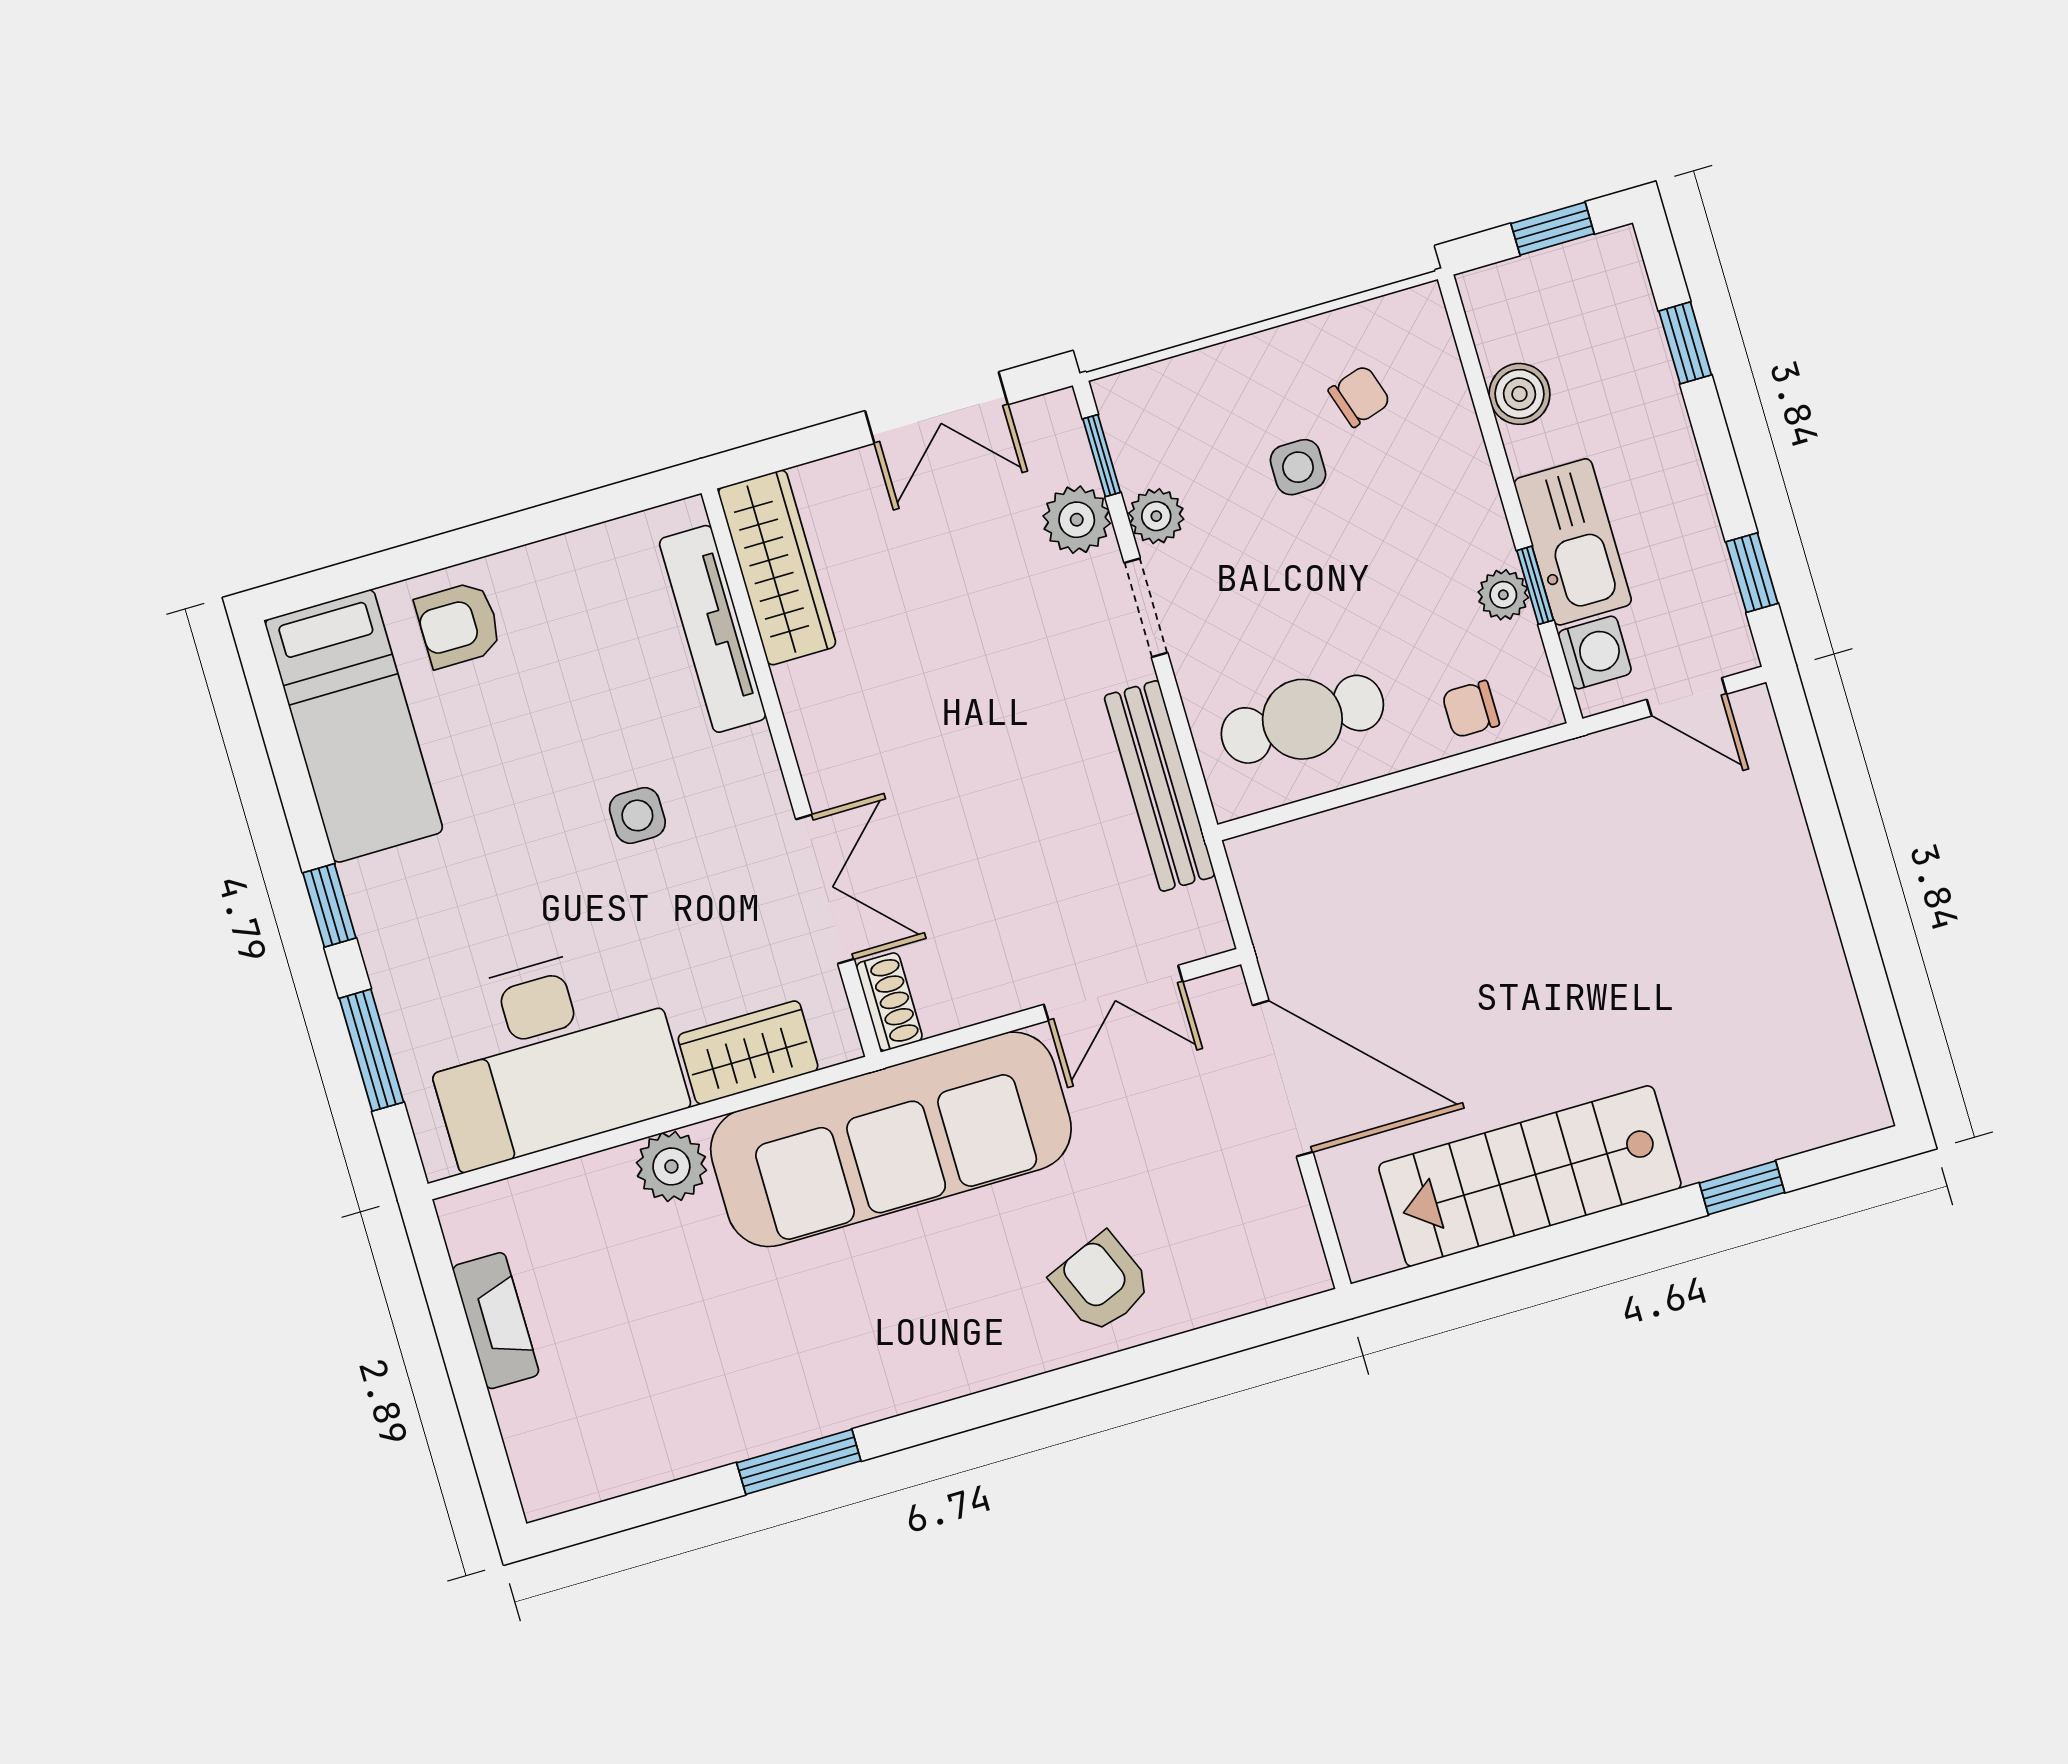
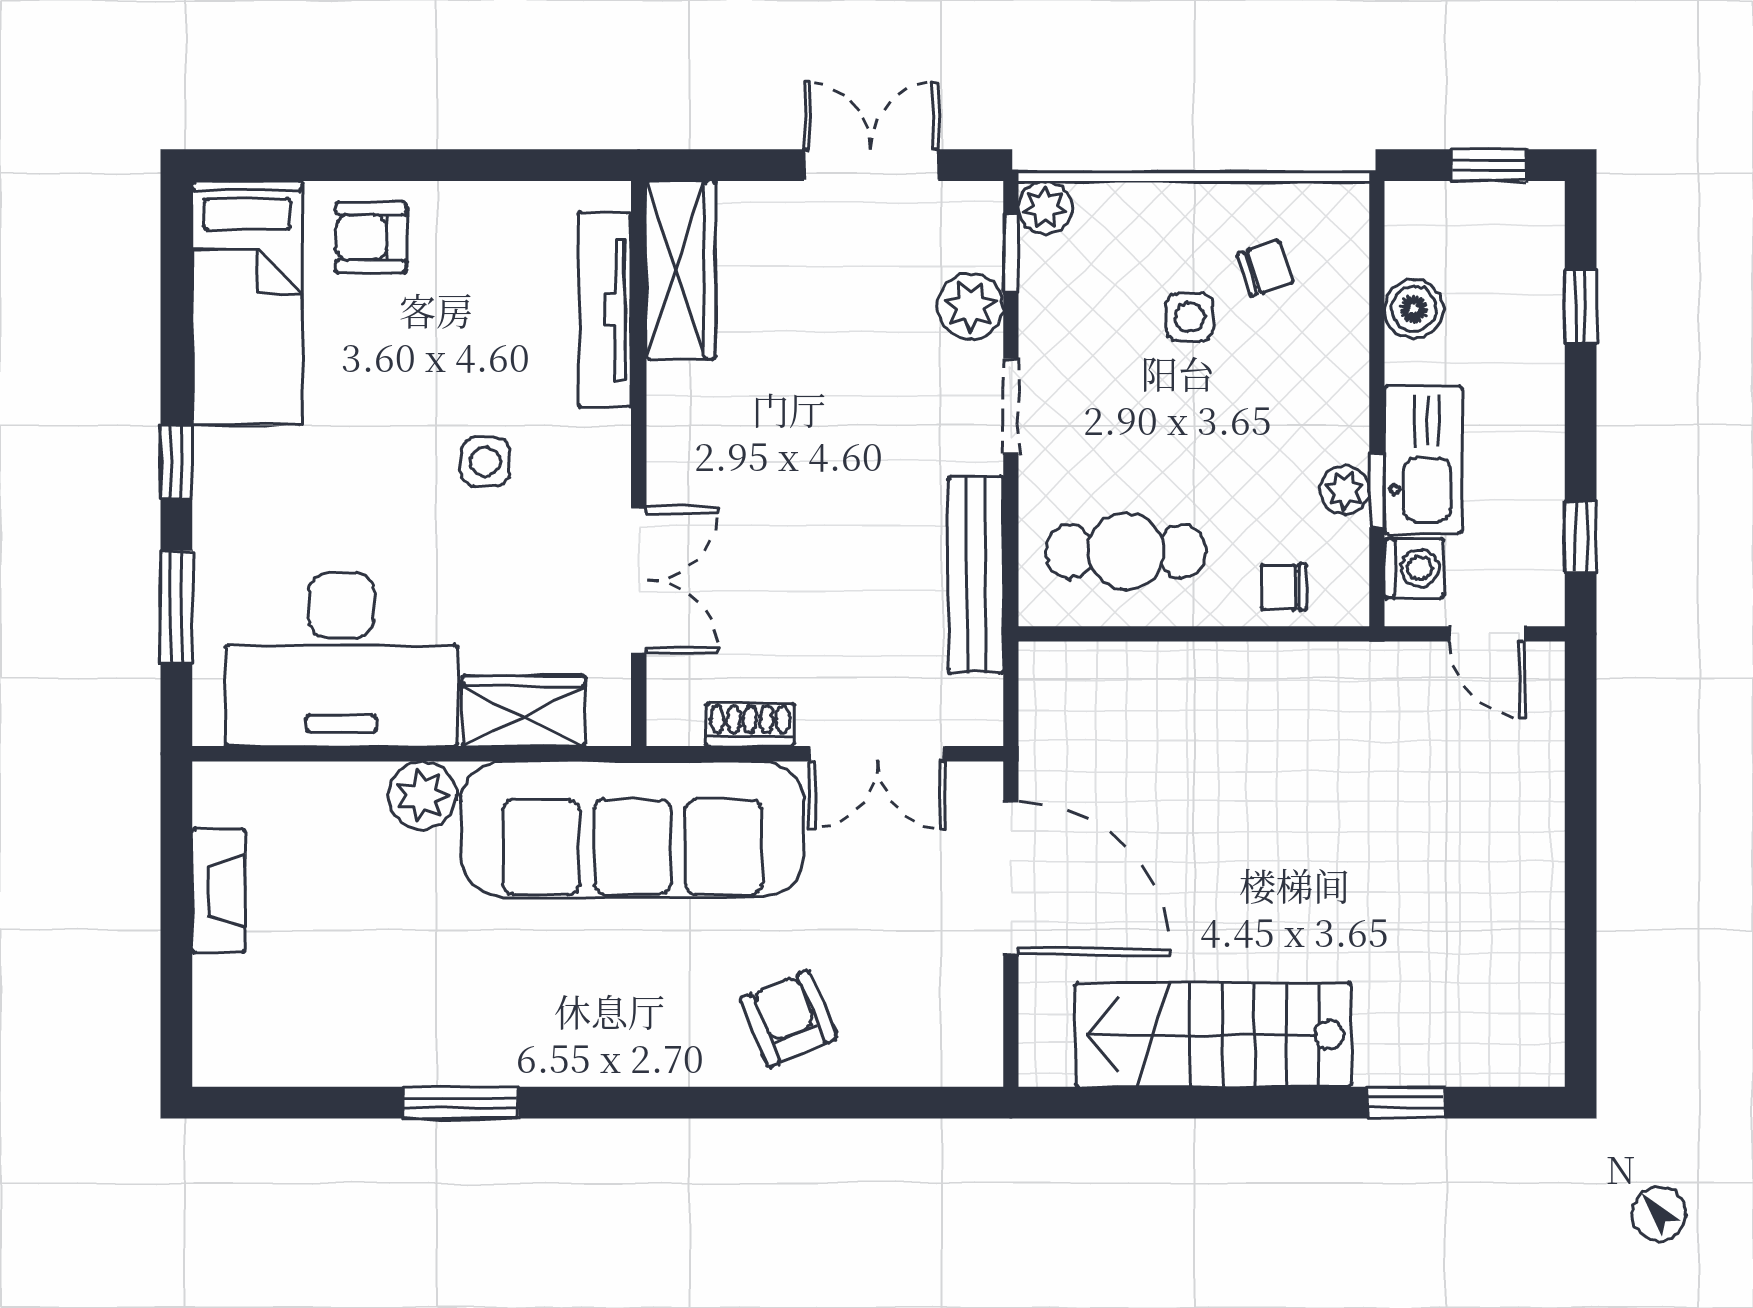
double door: (937, 408) -> (871, 165), swing flipped
plant: (1156, 516) -> (1045, 208), moved
shoe rack: (889, 1002) -> (750, 725), moved, turned -90

